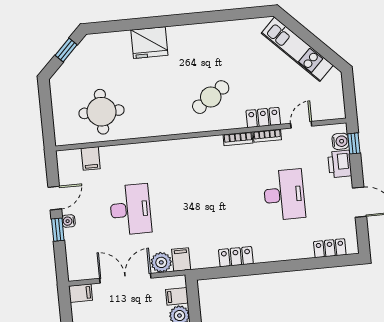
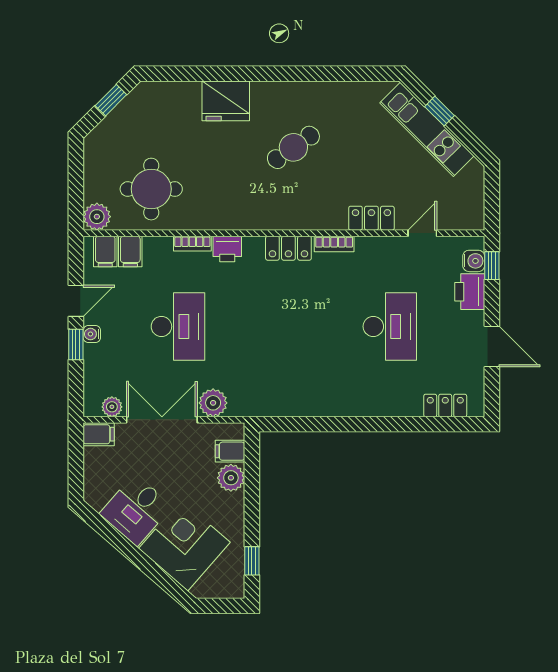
window: (305, 35) -> (439, 111), added
cafe table: (211, 97) -> (293, 147), moved
plant: (64, 136) -> (97, 217), added
bookcase: (267, 136) -> (192, 244), moved
printer: (161, 150) -> (227, 249), added
locker: (236, 257) -> (288, 248), moved, turned 180
filing cabinet: (181, 260) -> (105, 251), moved, turned 180
plant: (88, 272) -> (112, 407), added

